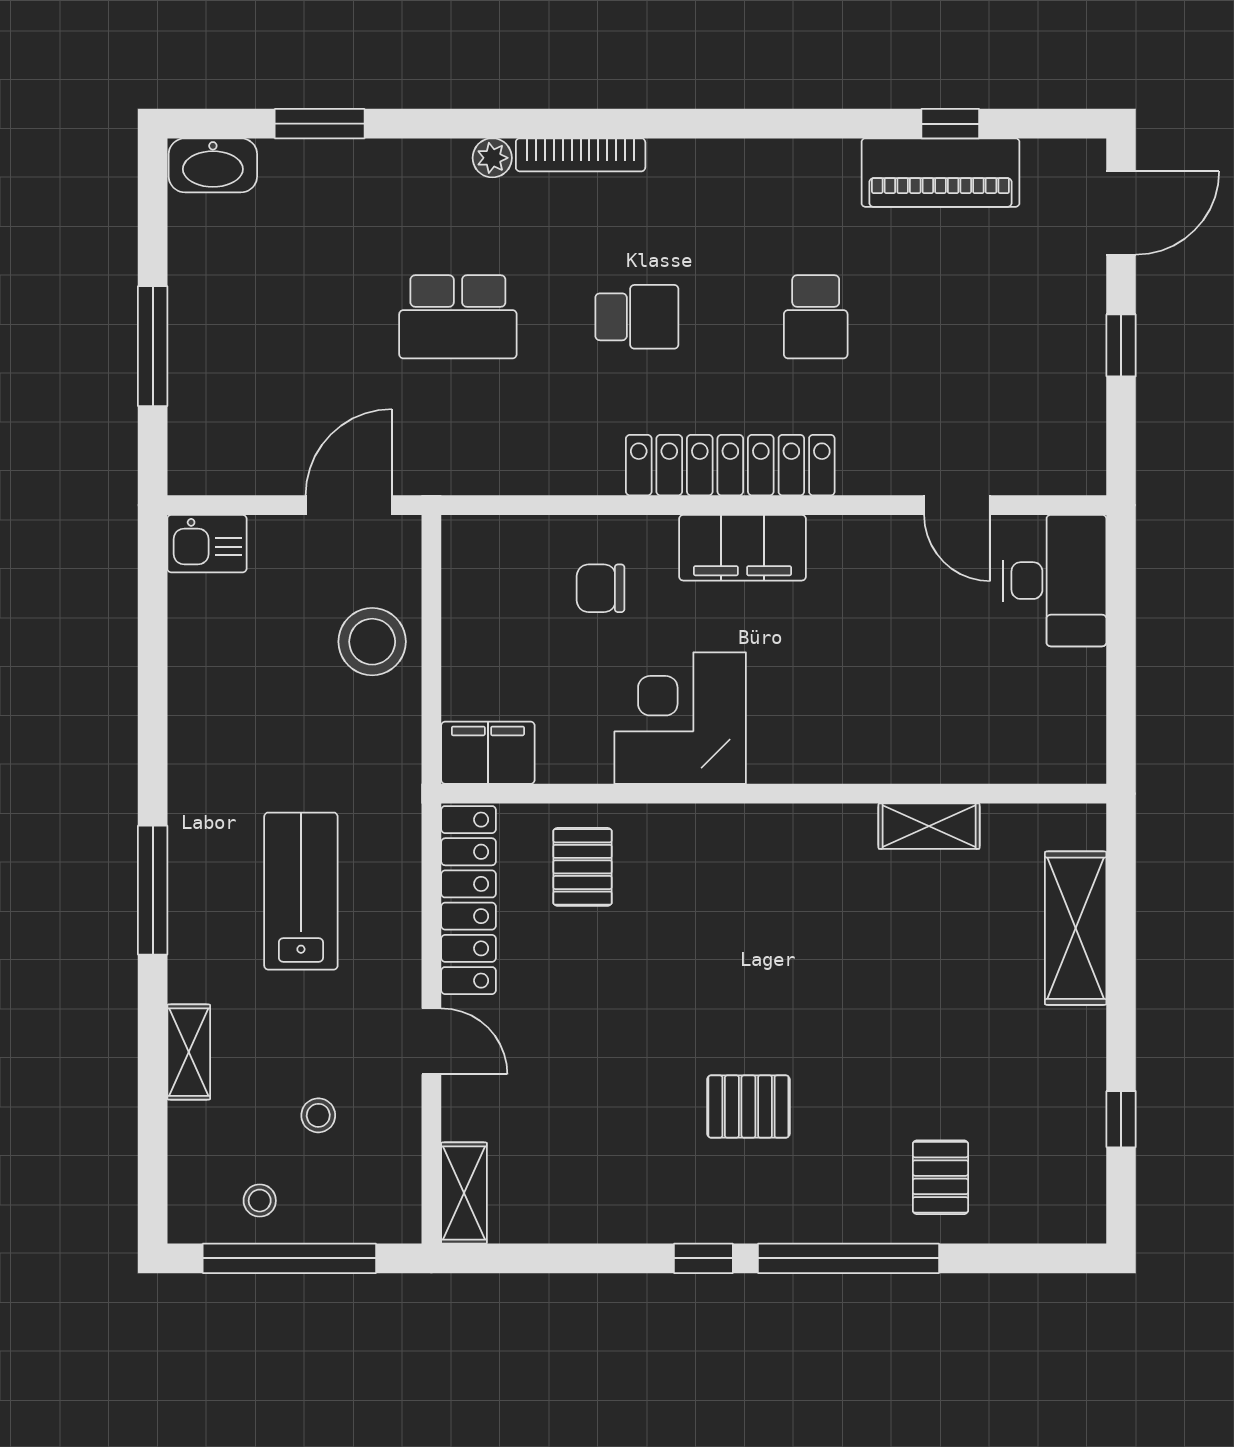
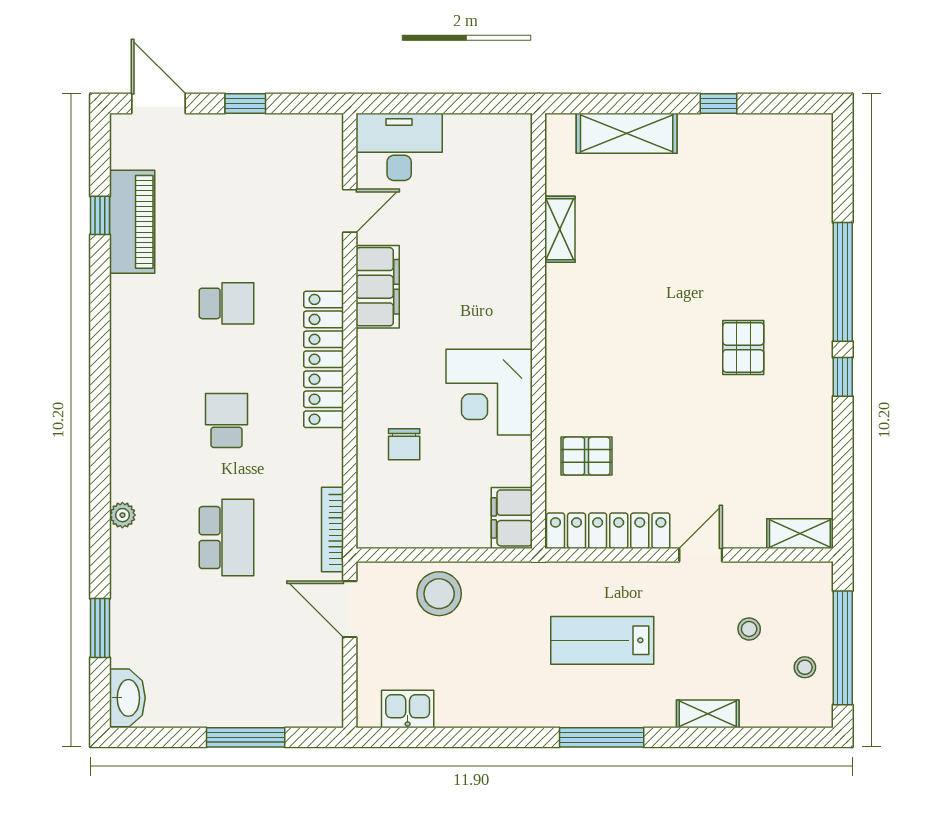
bookcase: (581, 155) -> (332, 530), moved, turned 180
kitchen sink: (207, 544) -> (408, 709), moved, turned -90
filing cabinet: (742, 548) -> (378, 287), moved
window: (1121, 1119) -> (718, 104), moved
pallet: (940, 1177) -> (790, 222), removed

